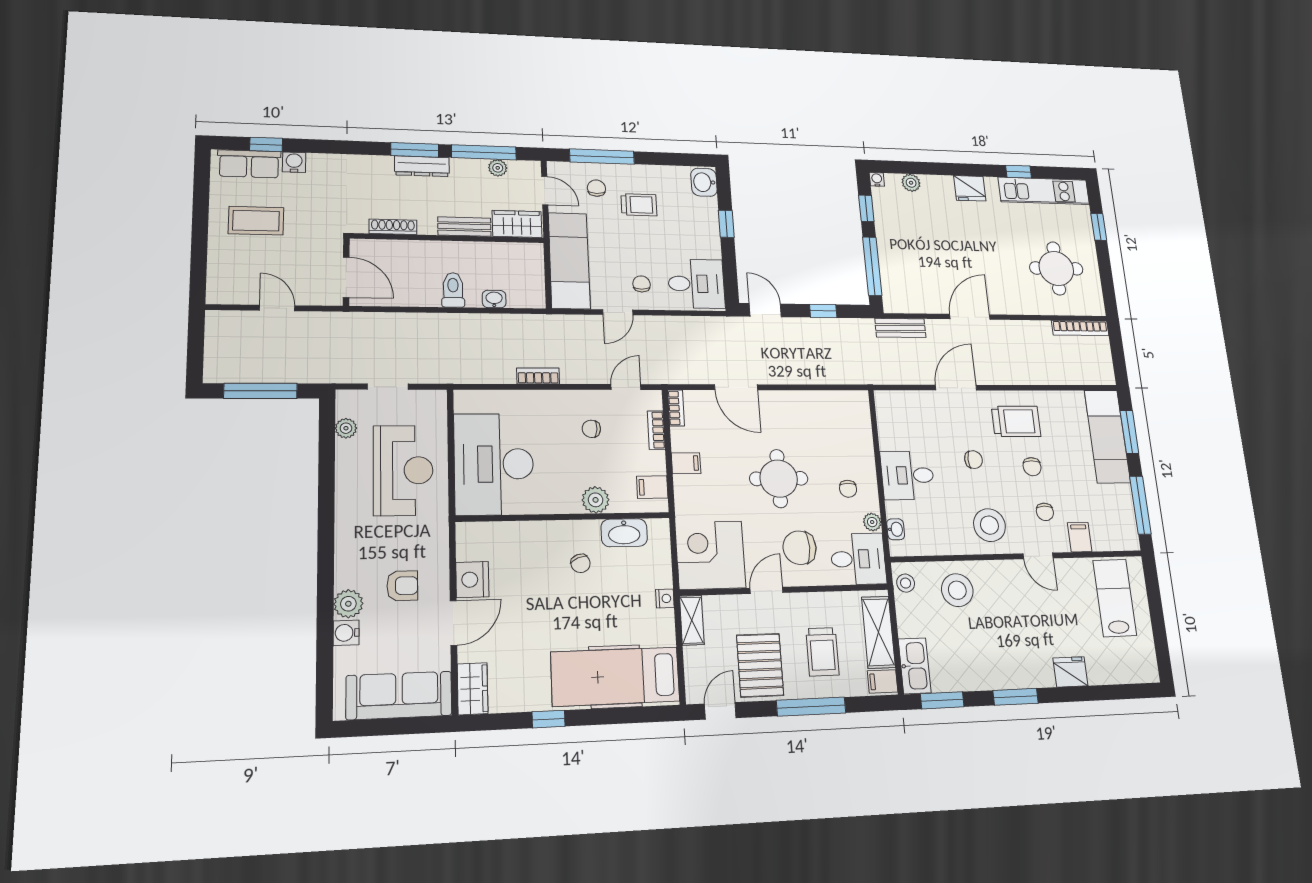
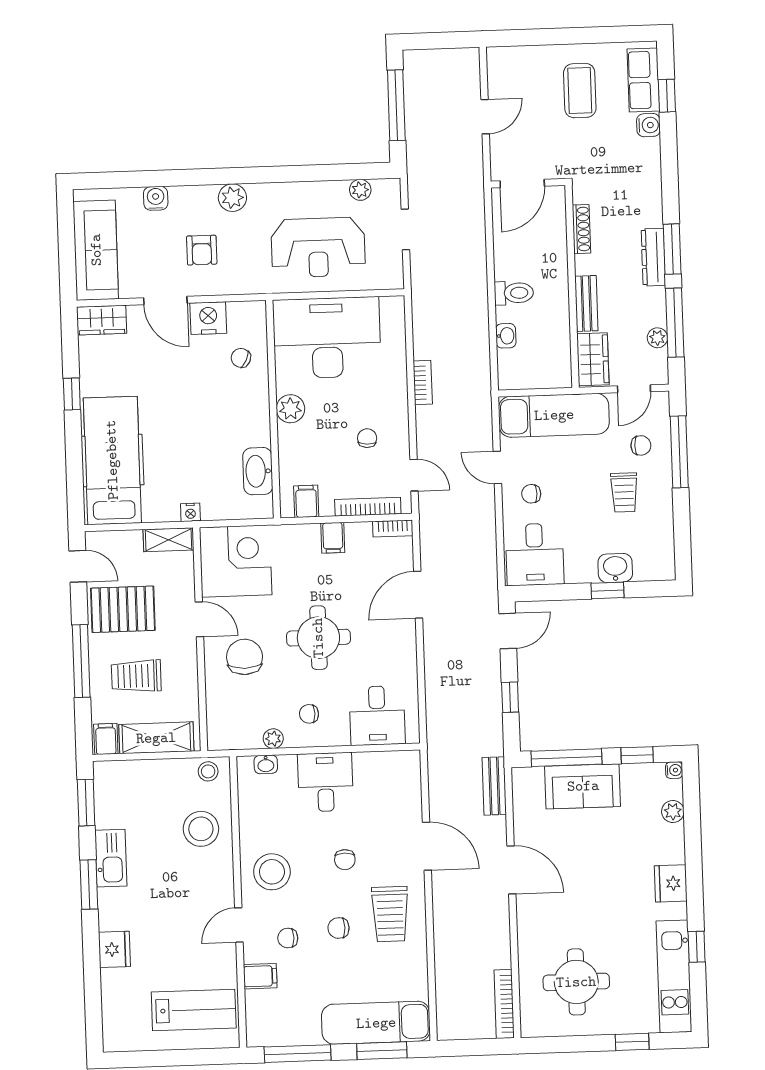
washbasin: (704, 182) -> (615, 568), moved
sofa: (896, 254) -> (583, 786), added
chair: (642, 284) -> (531, 494), turned 180
bookcase: (656, 430) -> (368, 507), width x1.56
plant: (596, 500) -> (290, 409), moved
desk: (858, 559) -> (377, 716), moved
chair: (581, 563) -> (241, 358), moved, turned 47
plant: (348, 604) -> (232, 198), moved
kitchen sink: (915, 666) -> (111, 858), moved, turned -90

